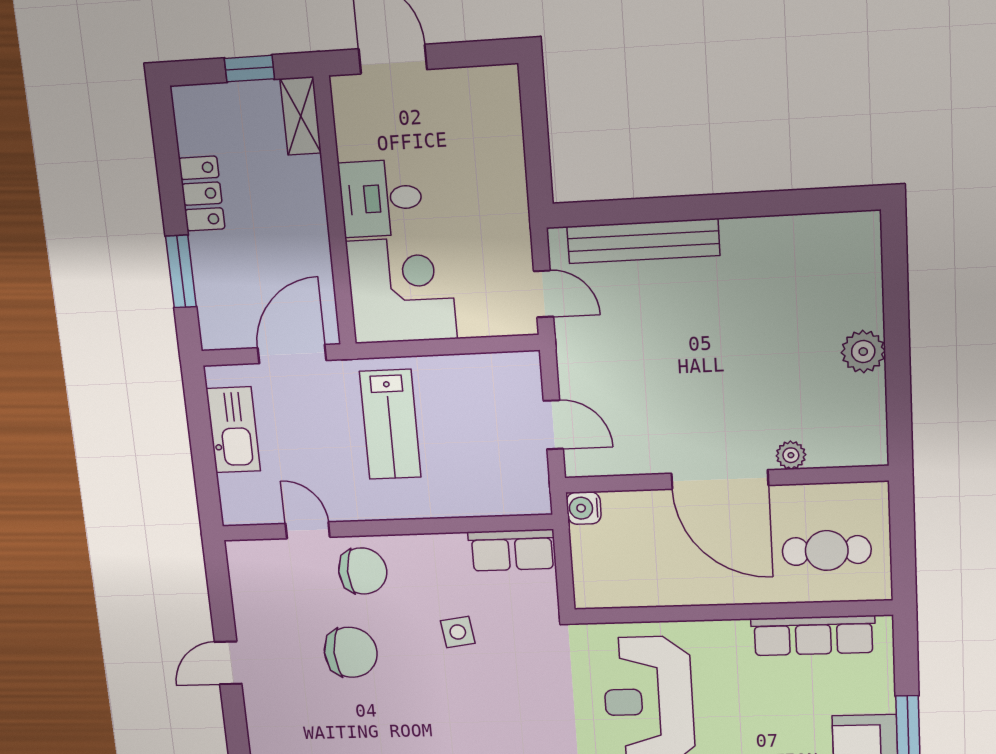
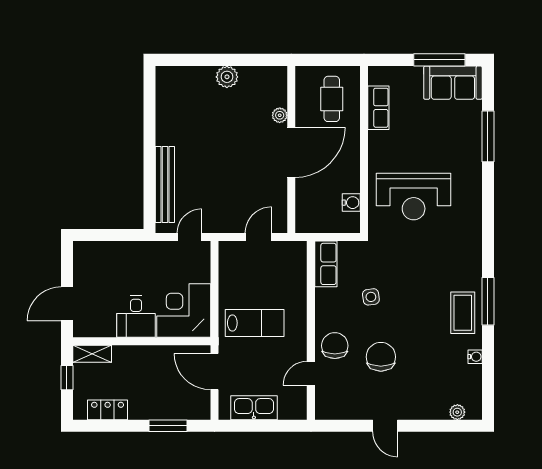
locker: (202, 194) -> (108, 410), moved
water cooler: (584, 508) -> (351, 203), moved, turned -90
row of seats: (813, 636) -> (378, 108), width x0.68

